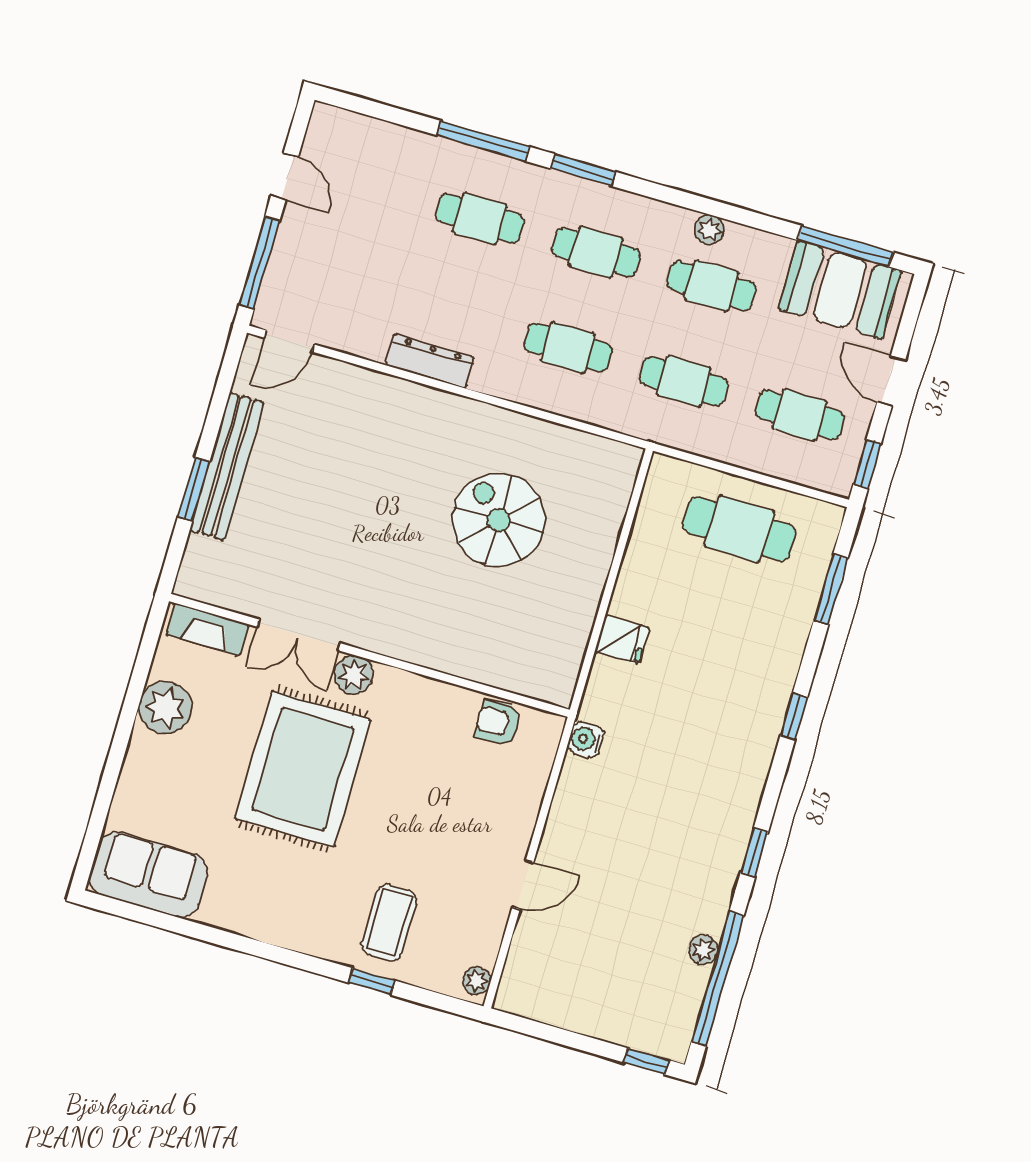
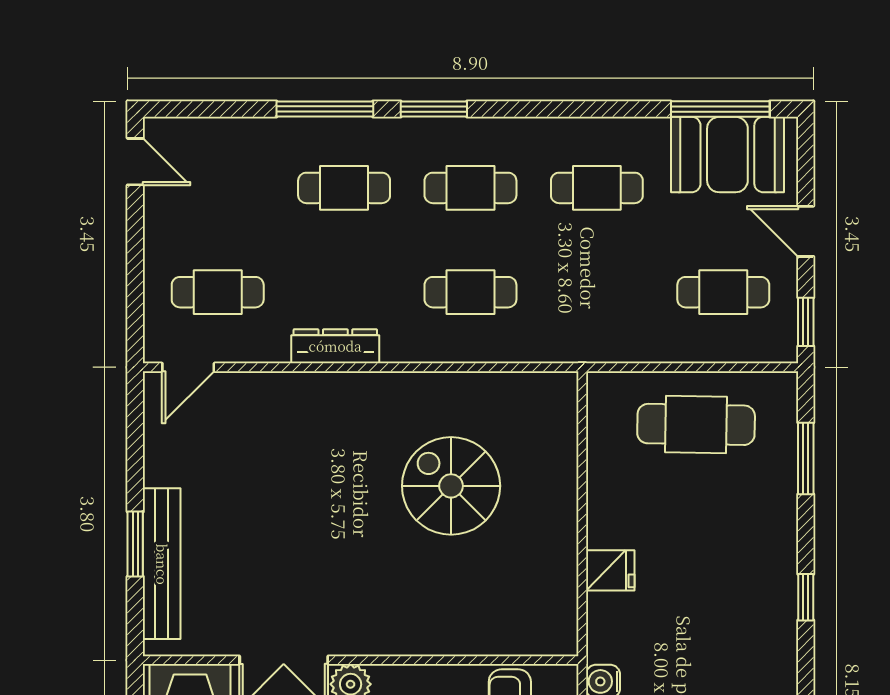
door: (285, 176) -> (135, 162), moved
plant: (709, 230) -> (578, 132), removed
window: (259, 263) -> (135, 297), removed
cafe table: (684, 381) -> (218, 292), moved
bench: (227, 466) -> (162, 564), moved

